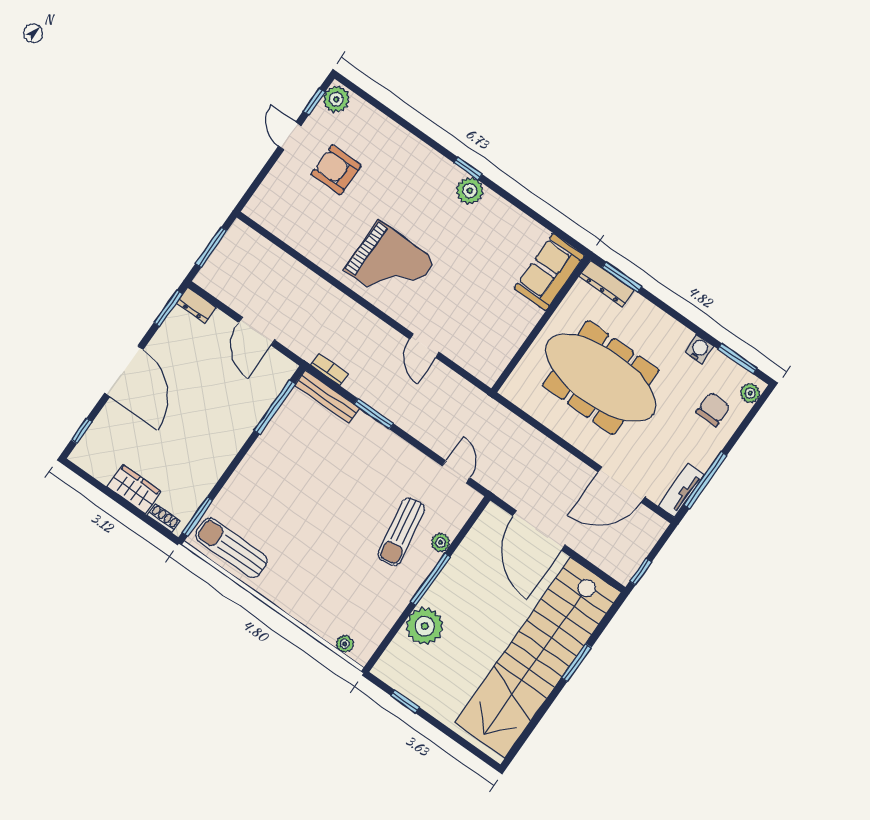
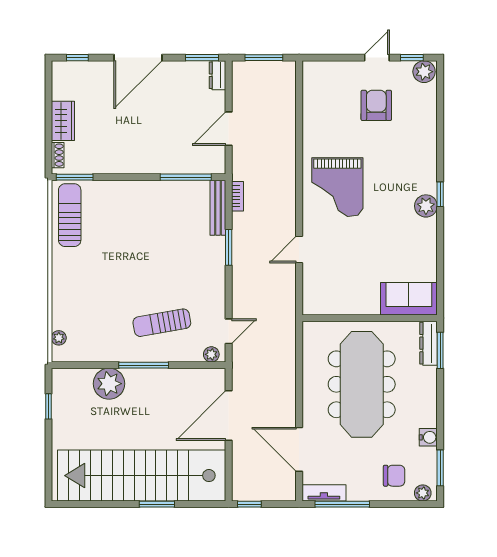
plant: (440, 542) -> (211, 354), moved

